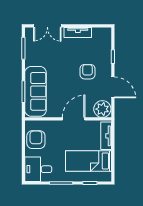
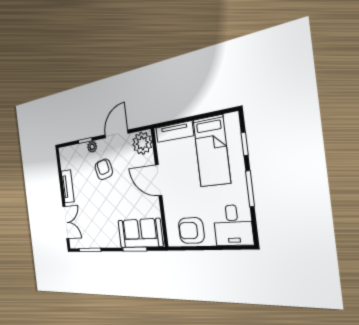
plant: (107, 63) -> (92, 147), added
armchair: (87, 72) -> (104, 169), turned 77
sofa: (36, 91) -> (140, 233), width x0.73

